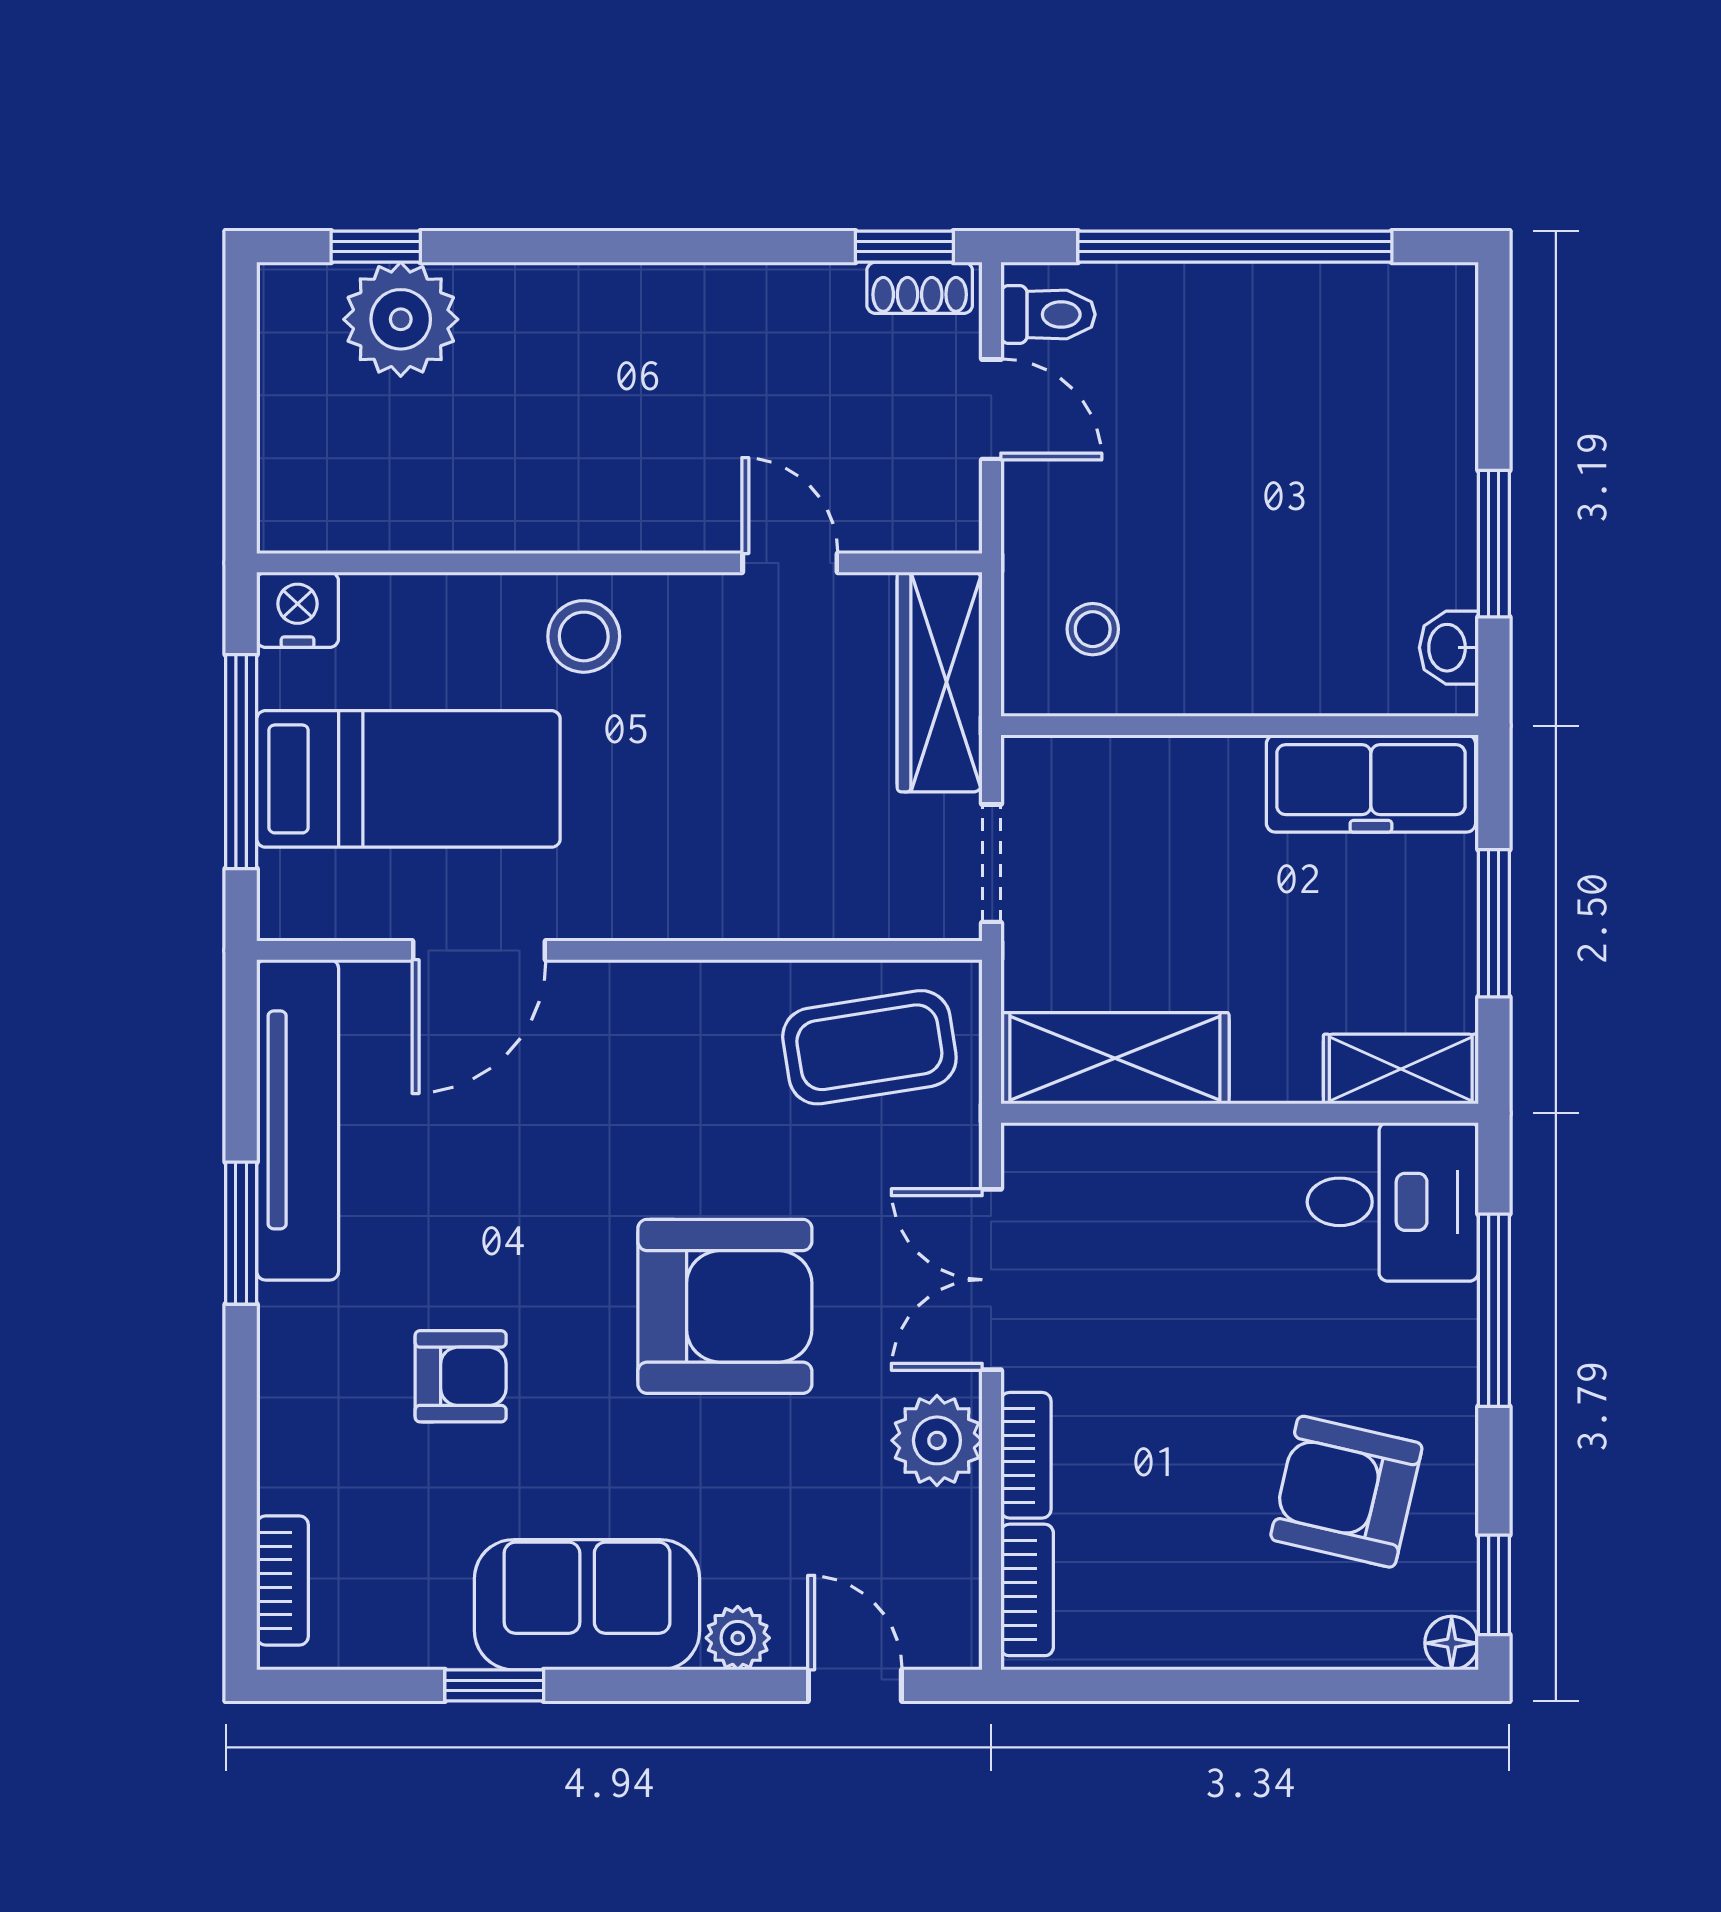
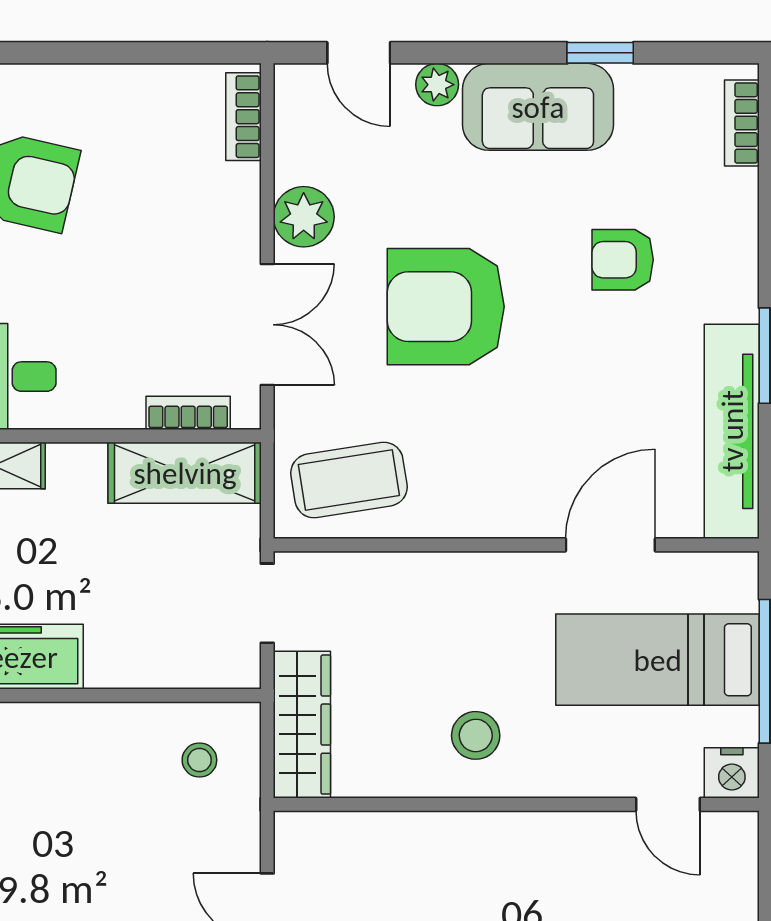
door: (790, 563) -> (668, 804), moved
stool: (584, 636) -> (476, 735), moved
bookcase: (1026, 1455) -> (188, 413), moved, turned 90

